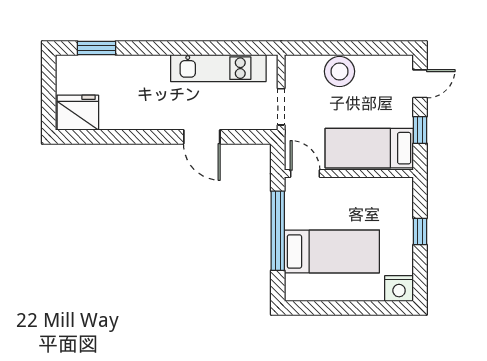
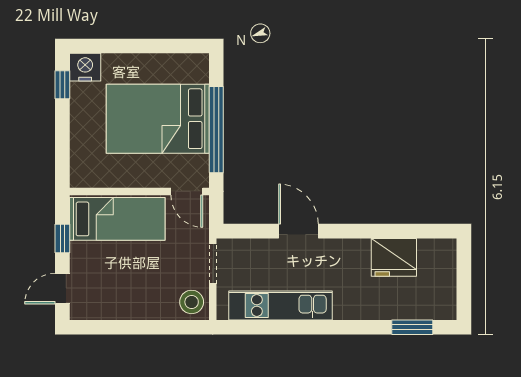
stool: (339, 71) -> (192, 302), moved, width x0.73, depth x0.73
fridge: (78, 113) -> (394, 257), moved
window: (420, 231) -> (62, 85), moved
bed: (332, 251) -> (158, 119), width x1.50

